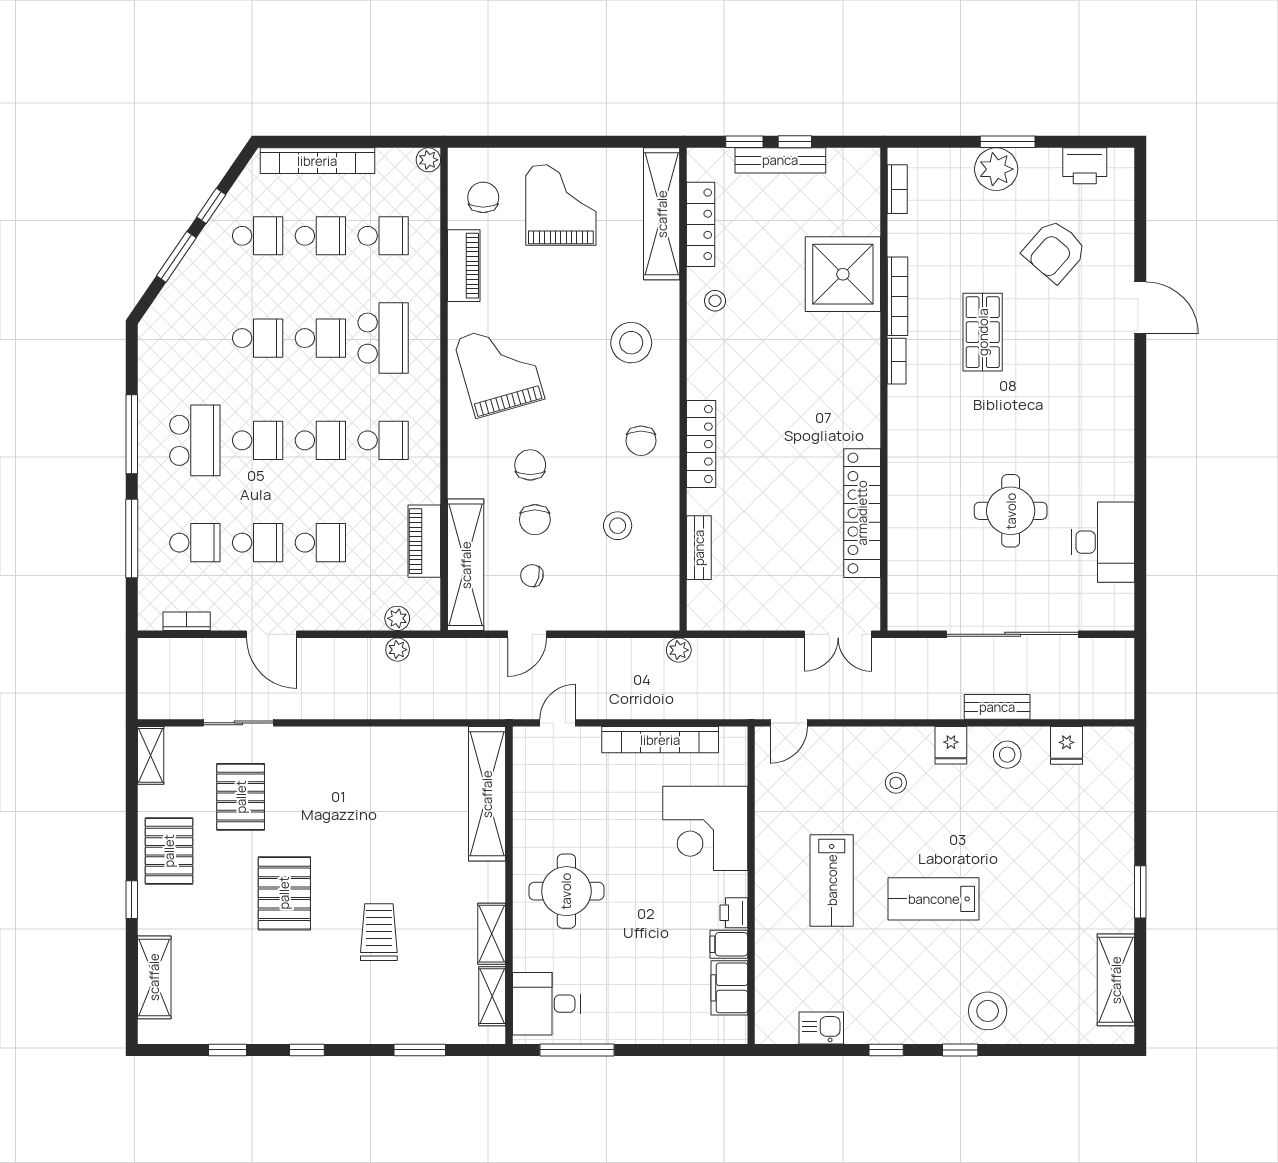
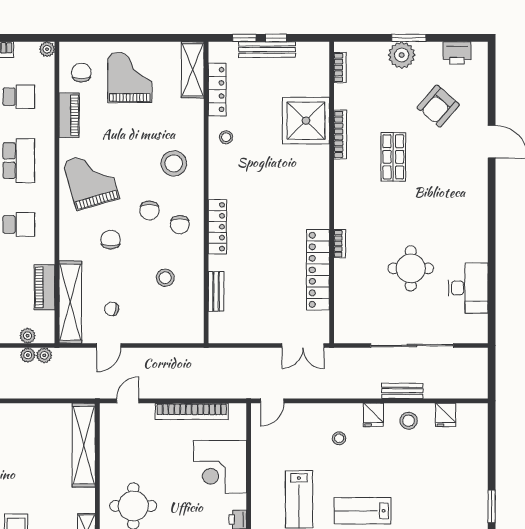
shelving: (662, 214) -> (193, 70), width x0.68
bookcase: (897, 361) -> (340, 244), moved
chair: (535, 520) -> (149, 211), moved
plant: (679, 650) -> (44, 355), moved

